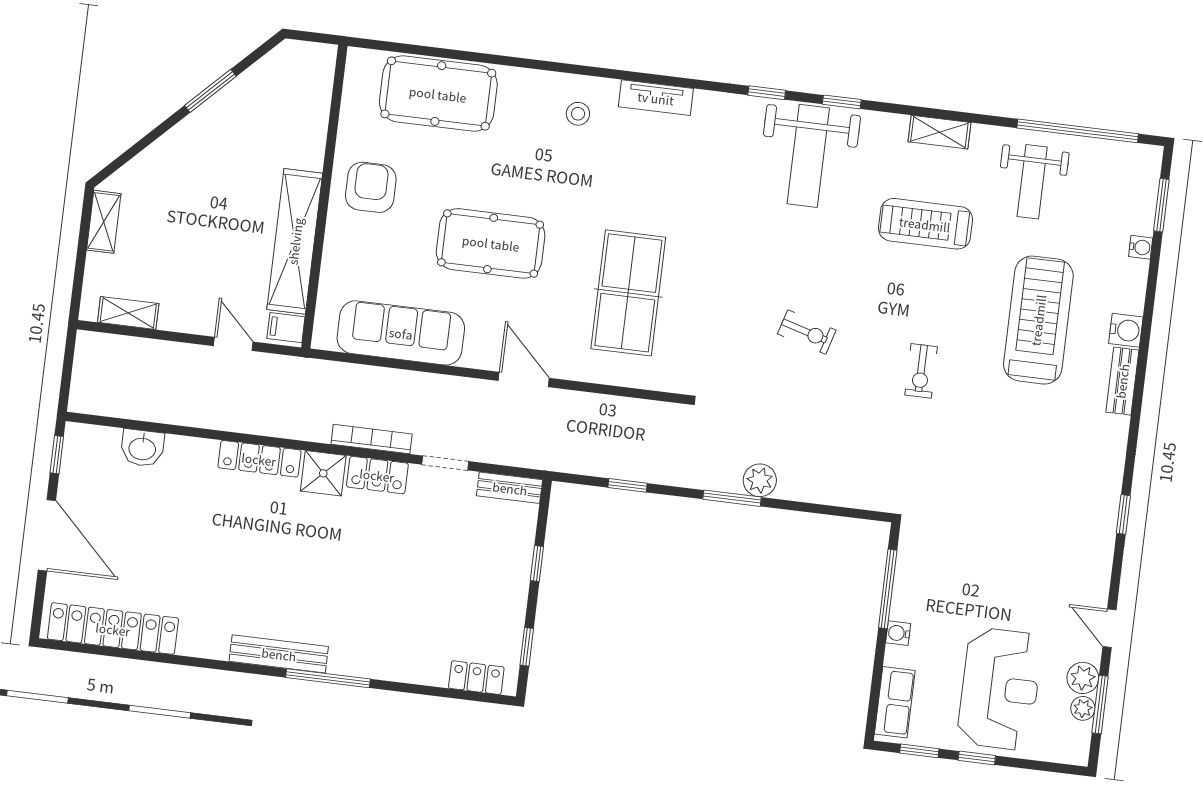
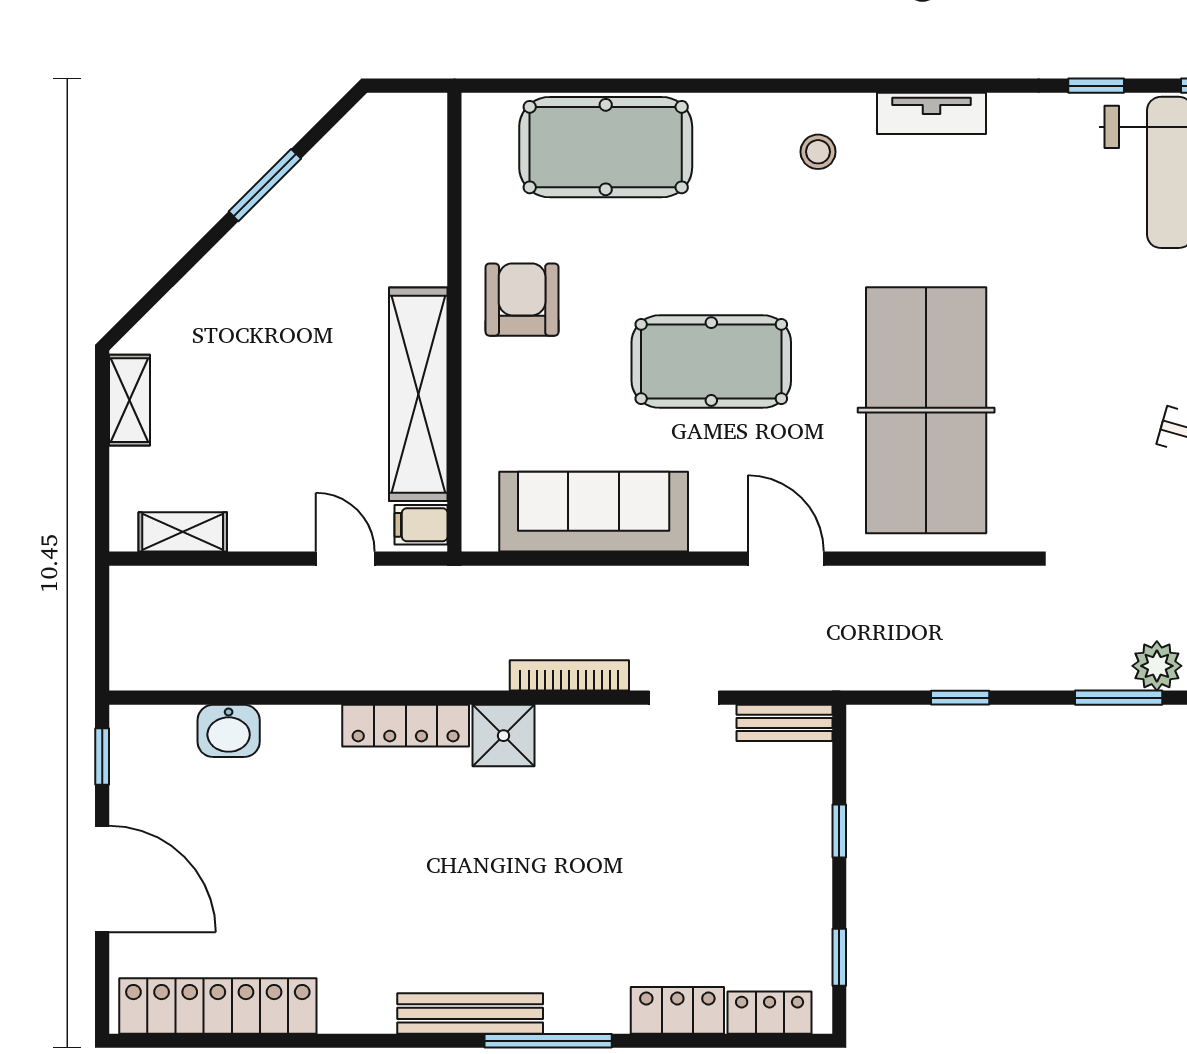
table tennis table: (628, 293) -> (926, 410), width x1.36, depth x1.32
locker: (377, 475) -> (677, 1010), moved, turned 180

